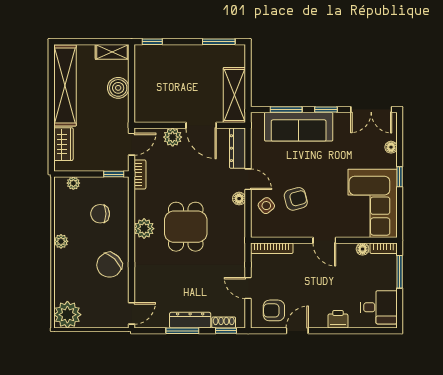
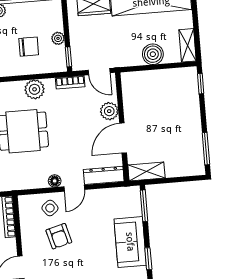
shelving: (234, 95) -> (146, 172), width x0.67, depth x0.75
window: (286, 110) -> (144, 206), moved
sofa: (299, 127) -> (130, 242), width x0.73
plant: (73, 183) -> (58, 38), moved
chair: (100, 214) -> (29, 47), turned 90
plant: (144, 229) -> (35, 89), moved

